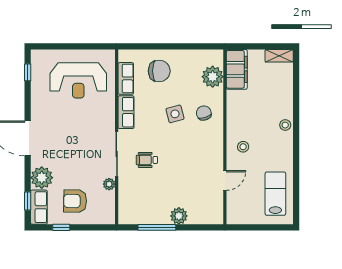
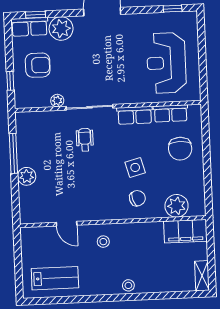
armchair: (75, 201) -> (38, 65), turned 89
window: (61, 227) -> (10, 81), moved

